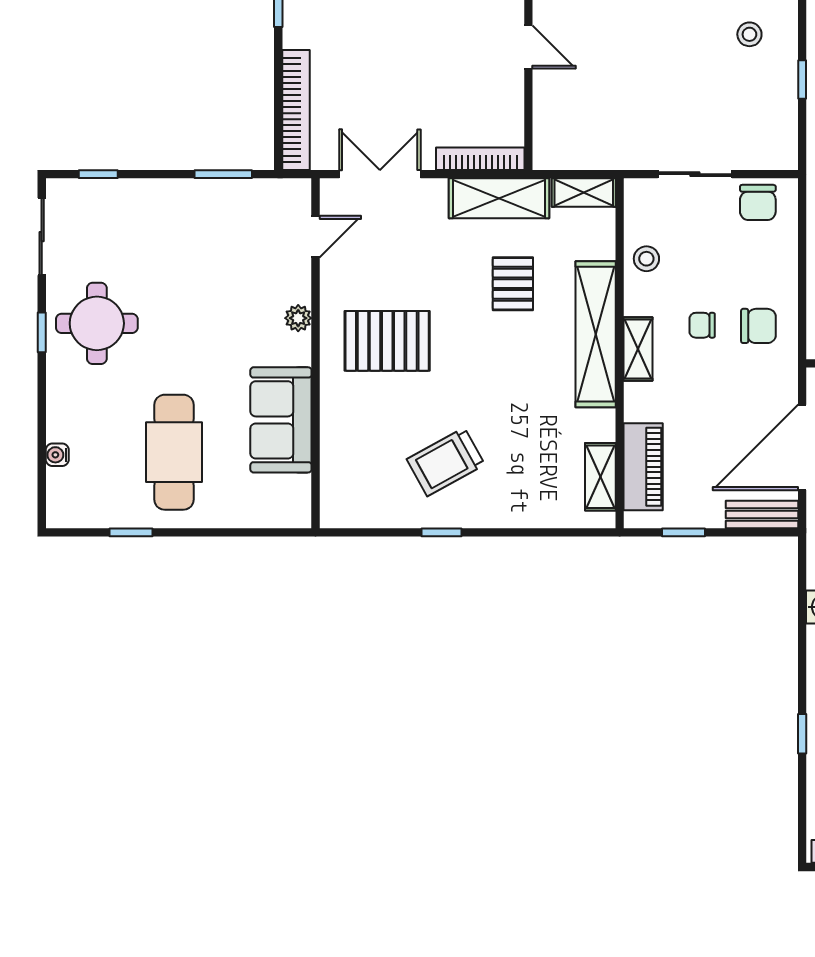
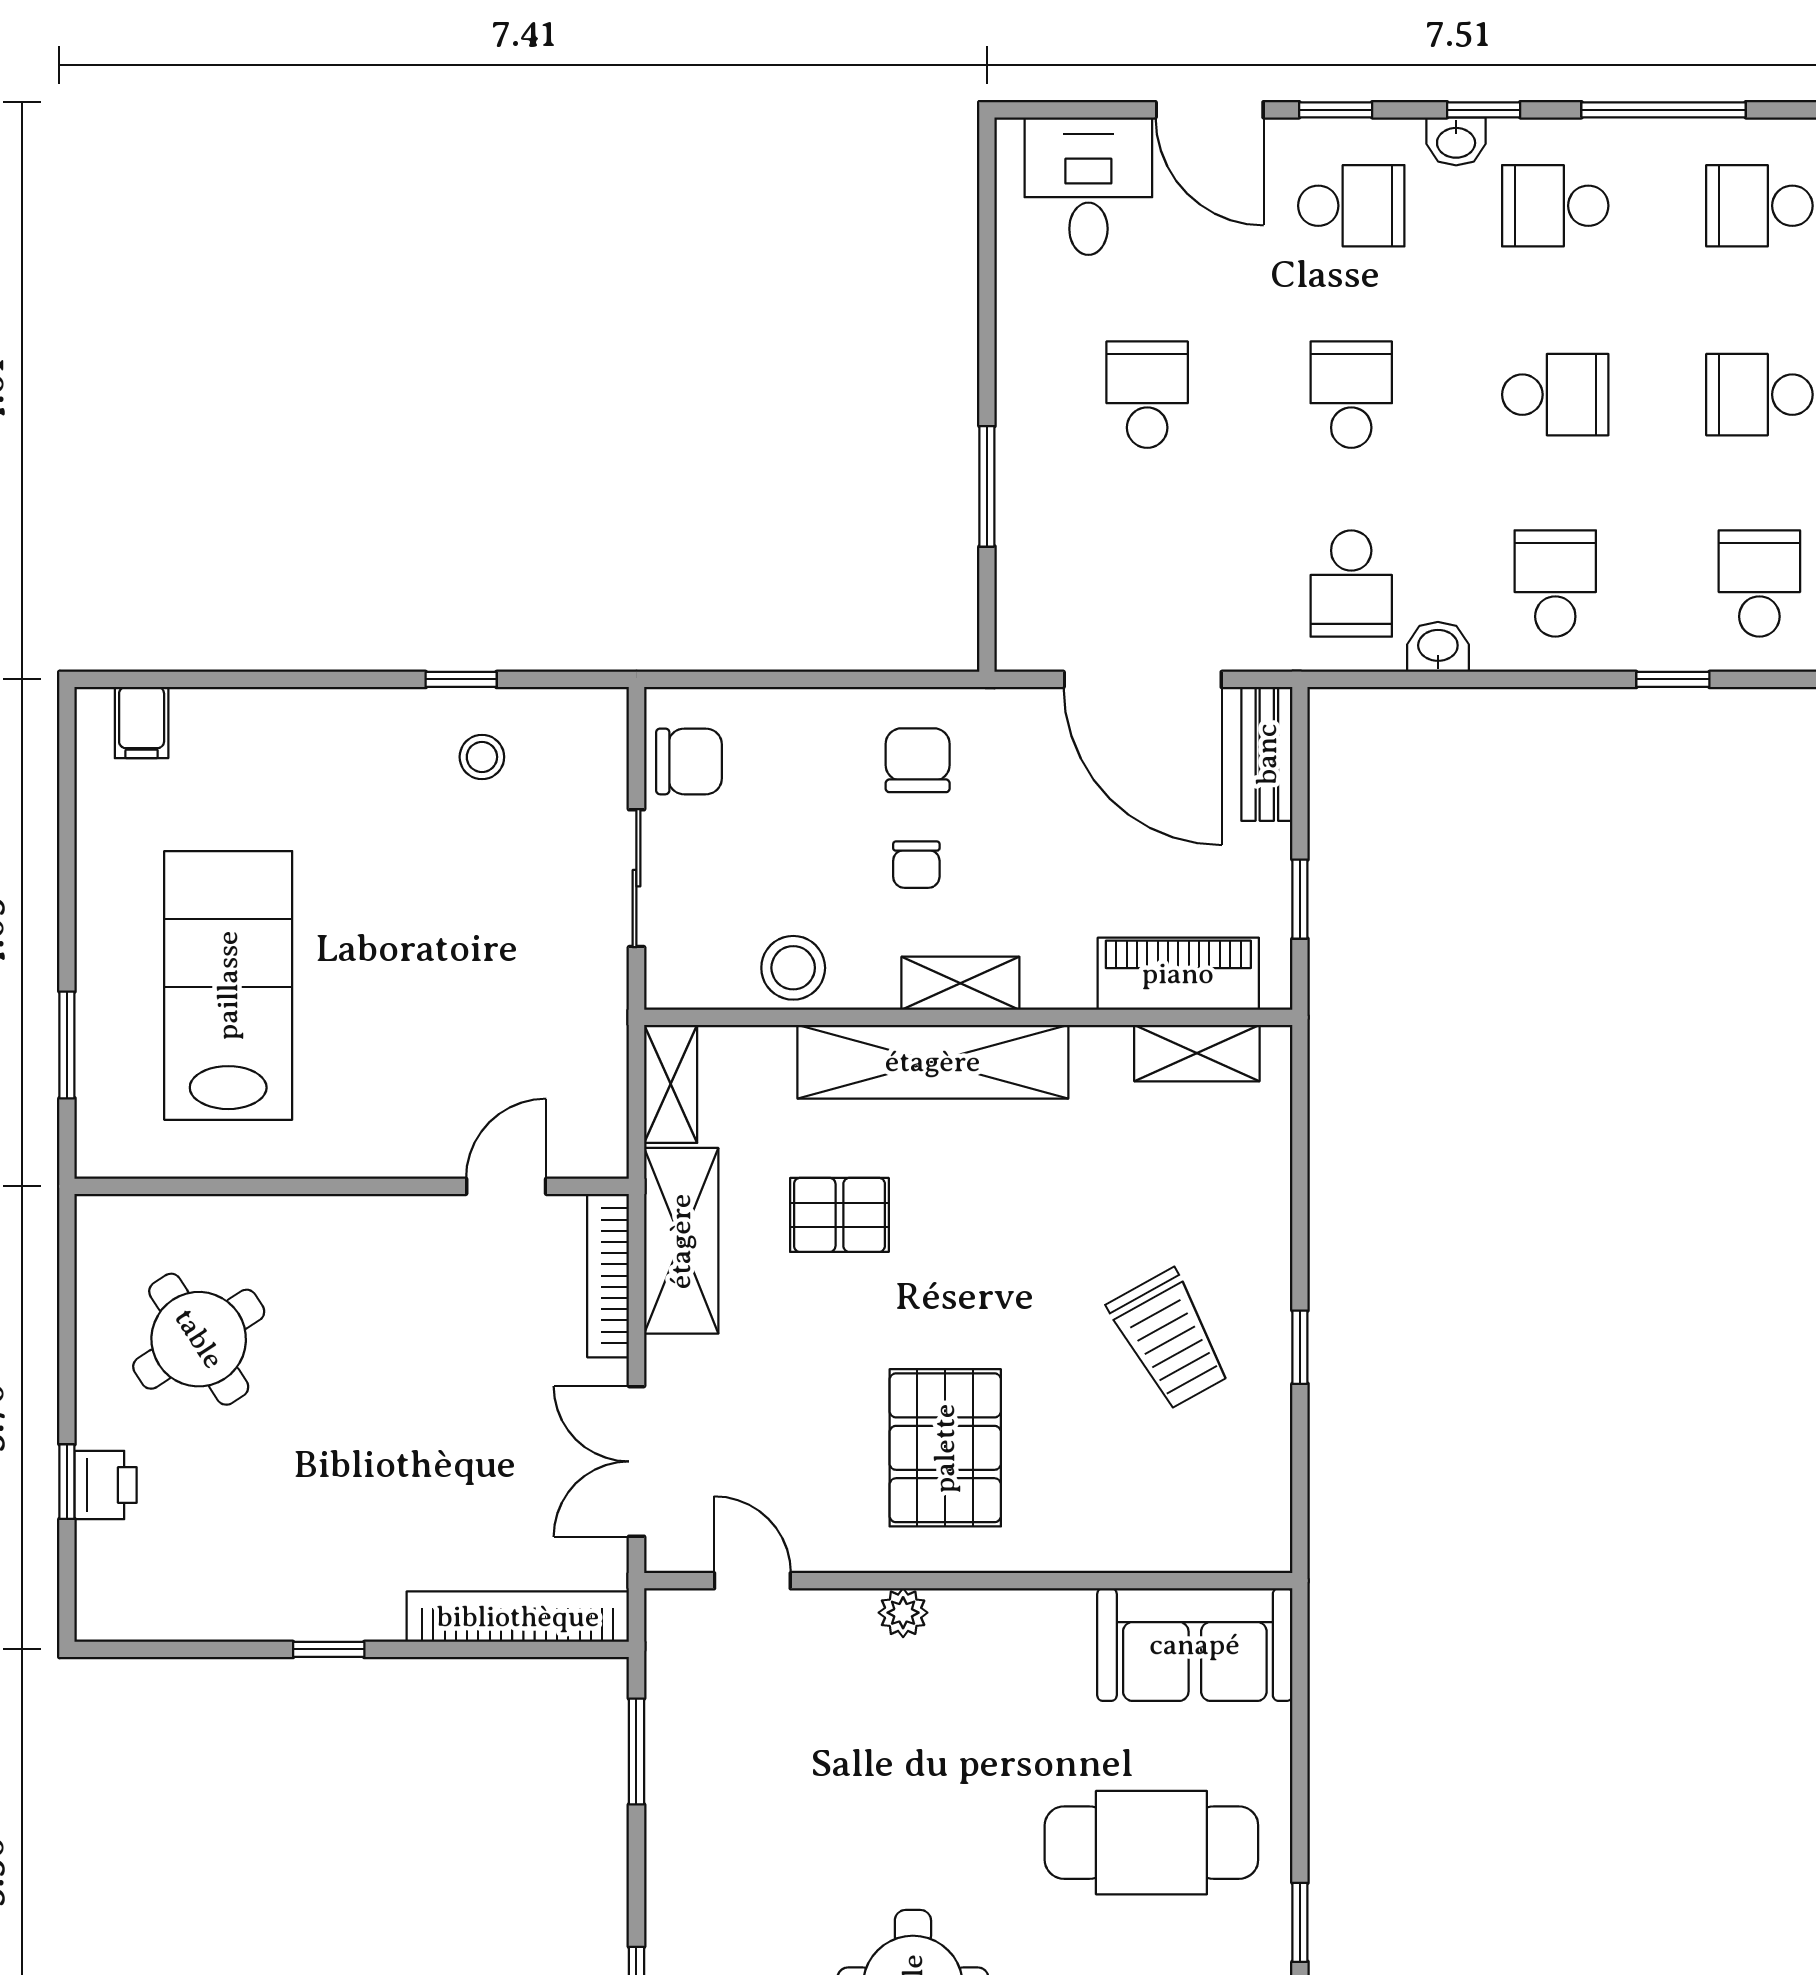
stool: (749, 34) -> (482, 757), moved
door: (528, 47) -> (506, 1186), moved
stool: (646, 259) -> (793, 968), width x1.37, depth x1.37
sofa: (281, 420) -> (1195, 1645), moved

